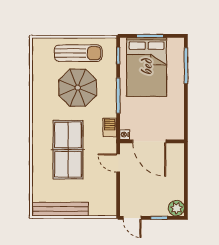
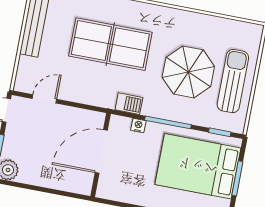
sun lounger: (78, 53) -> (233, 81), turned 180
nightstand: (125, 135) -> (138, 125), moved
door: (118, 163) -> (44, 99), moved

